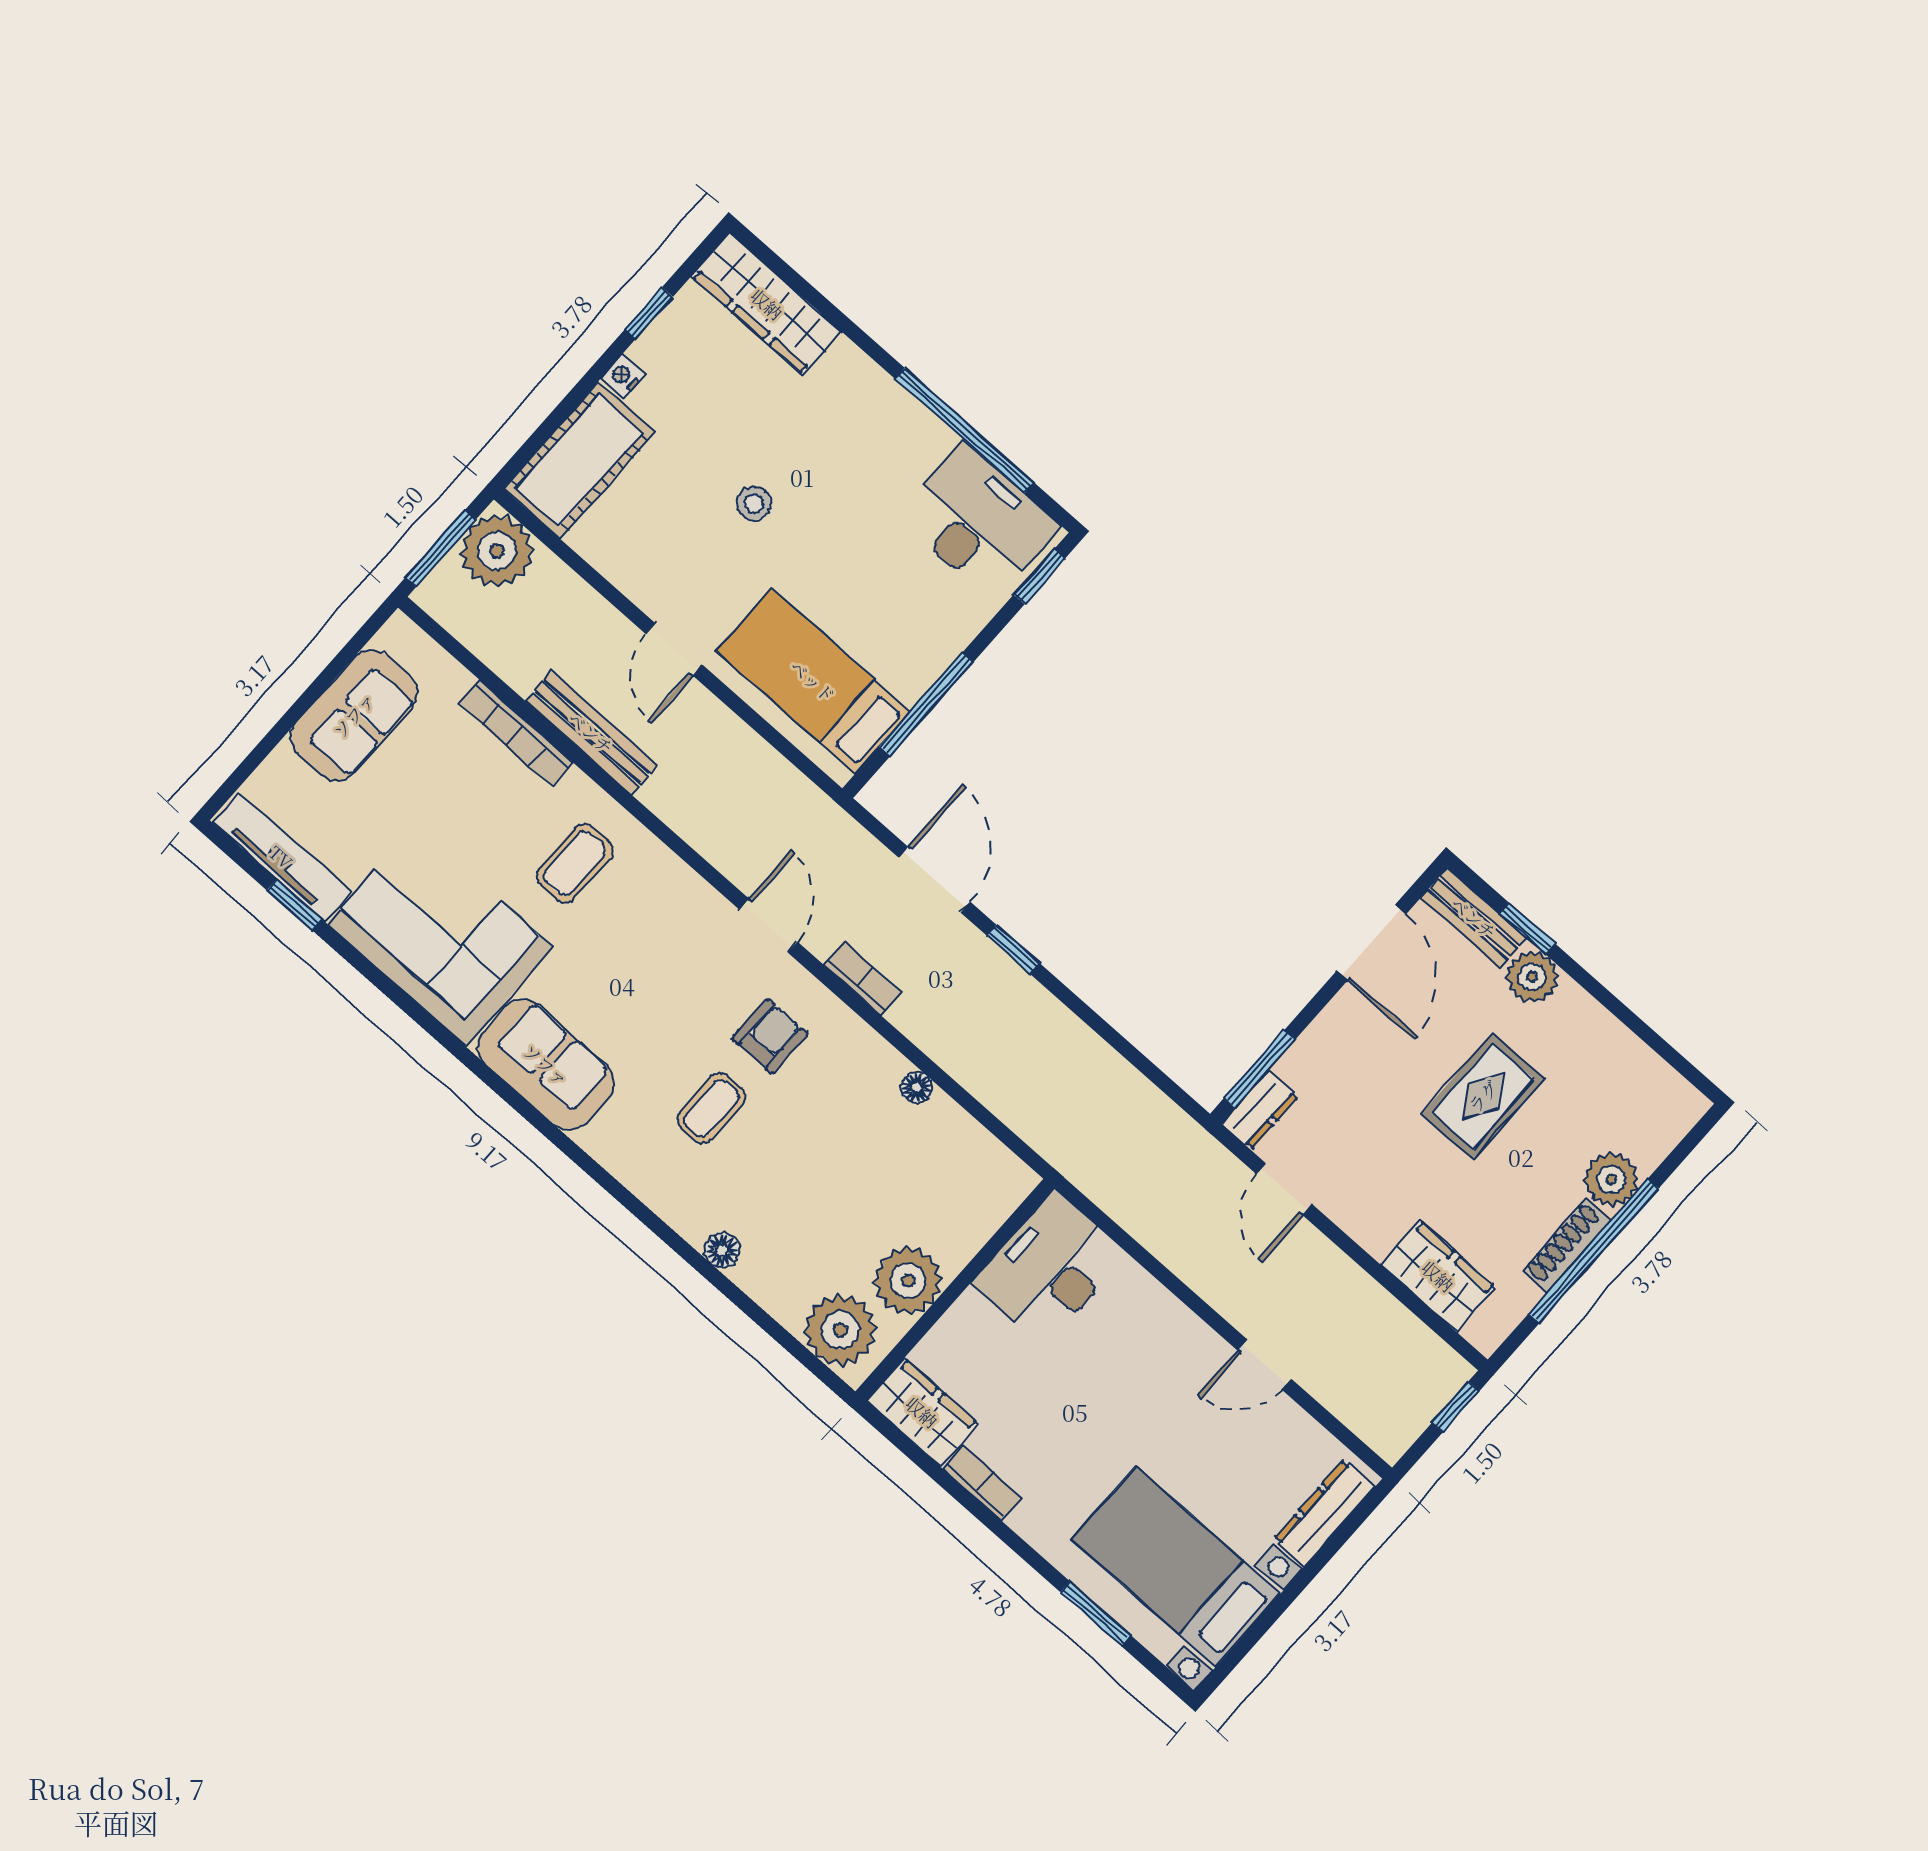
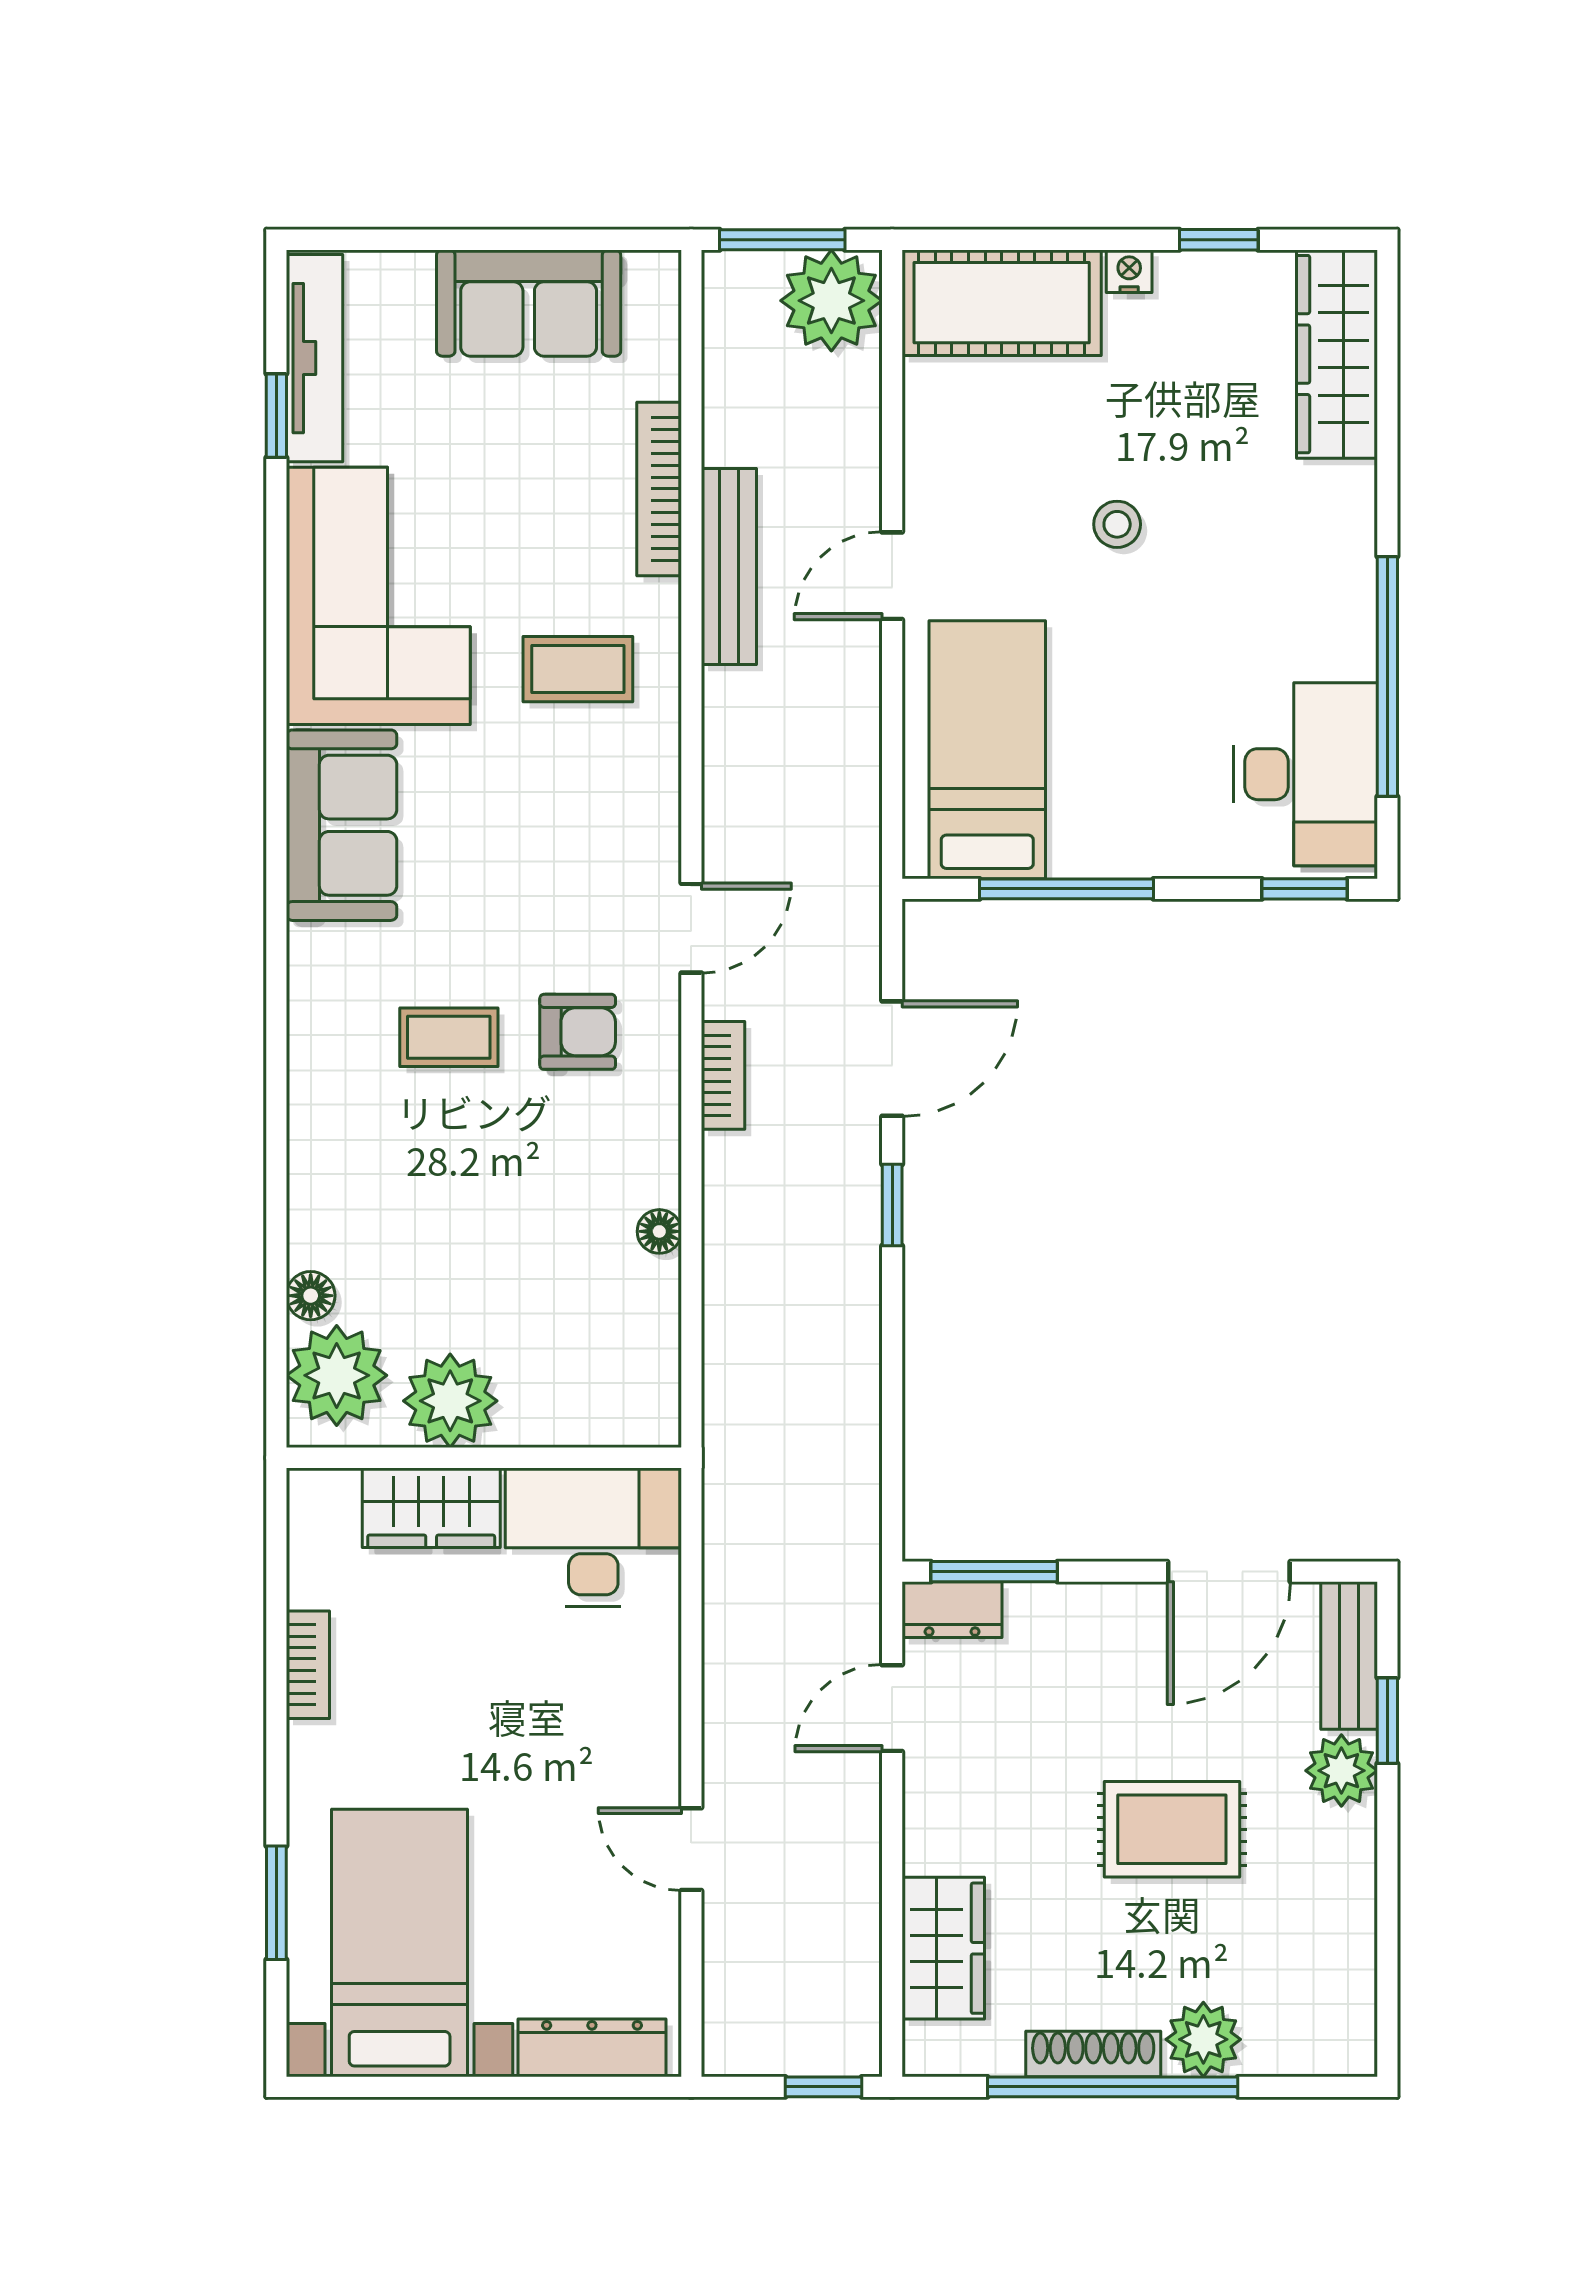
floor lamp: (722, 1250) -> (311, 1296), moved
wardrobe: (922, 1412) -> (431, 1508), moved, turned 90

